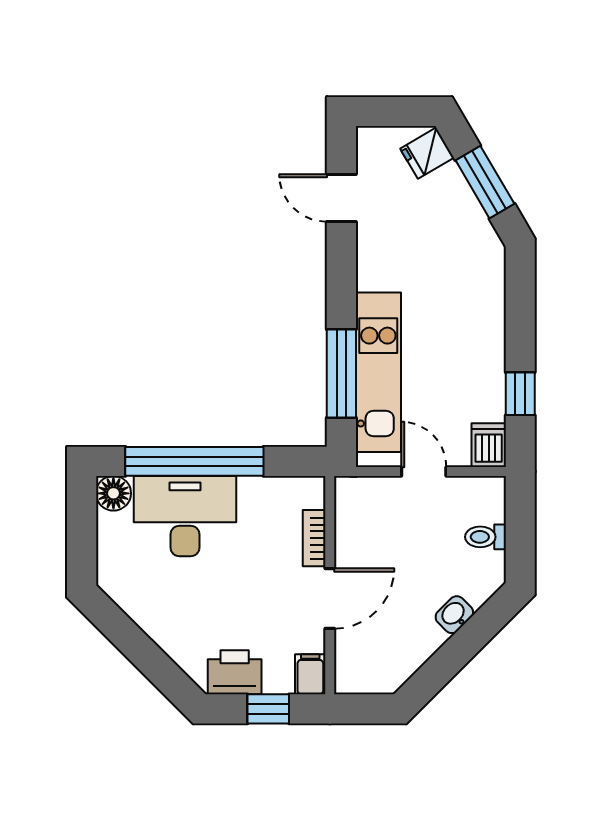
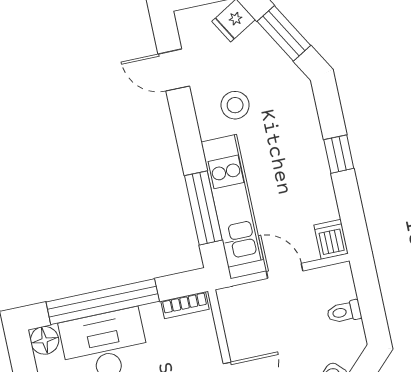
stool: (407, 257) -> (235, 105), added
window: (520, 394) -> (339, 154), moved
bookcase: (314, 538) -> (185, 305), moved, turned -90

